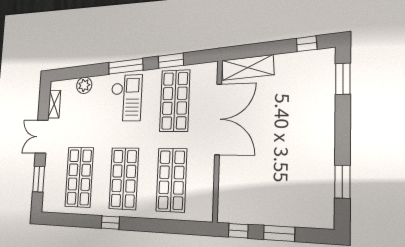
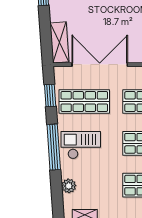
window: (171, 61) -> (50, 95), moved
window: (126, 66) -> (54, 147), width x1.46

